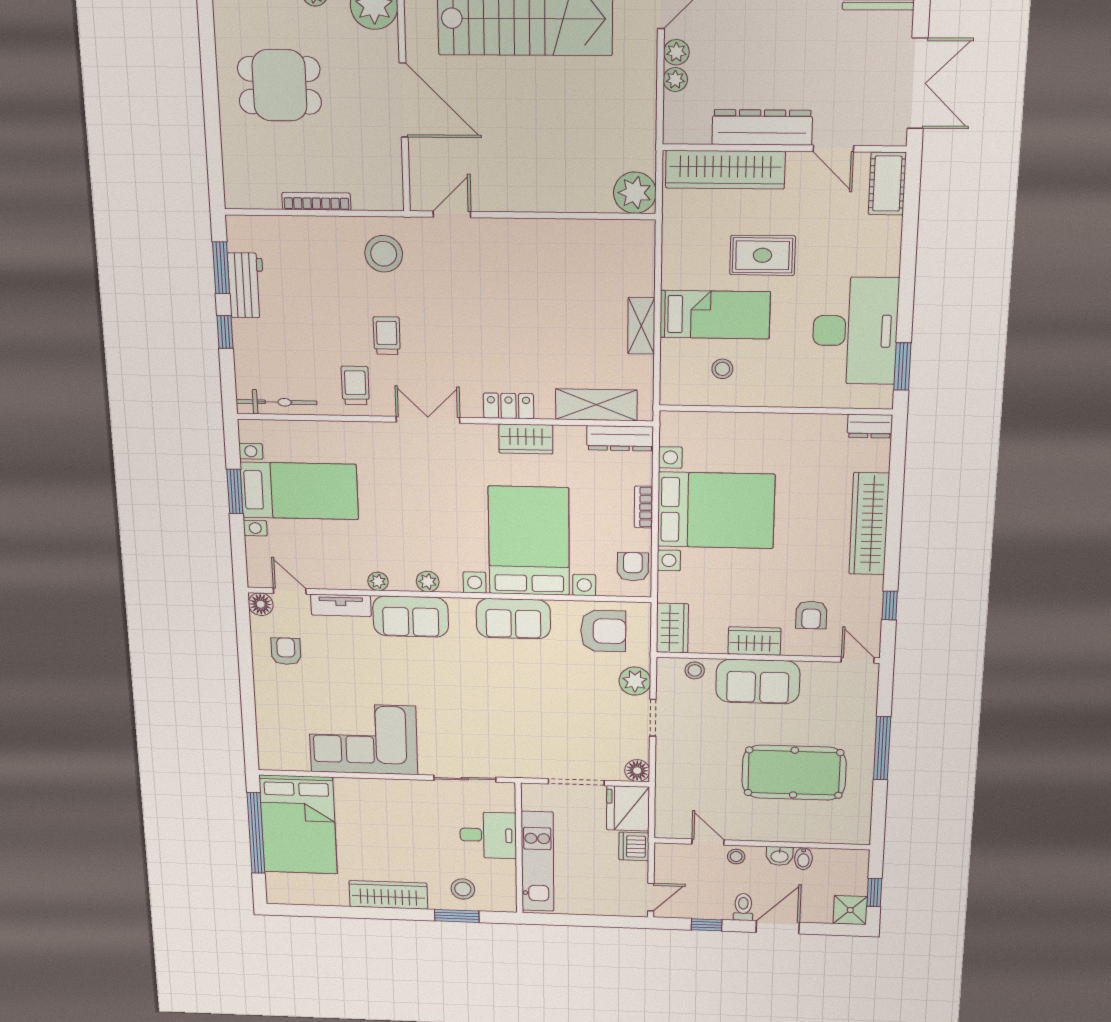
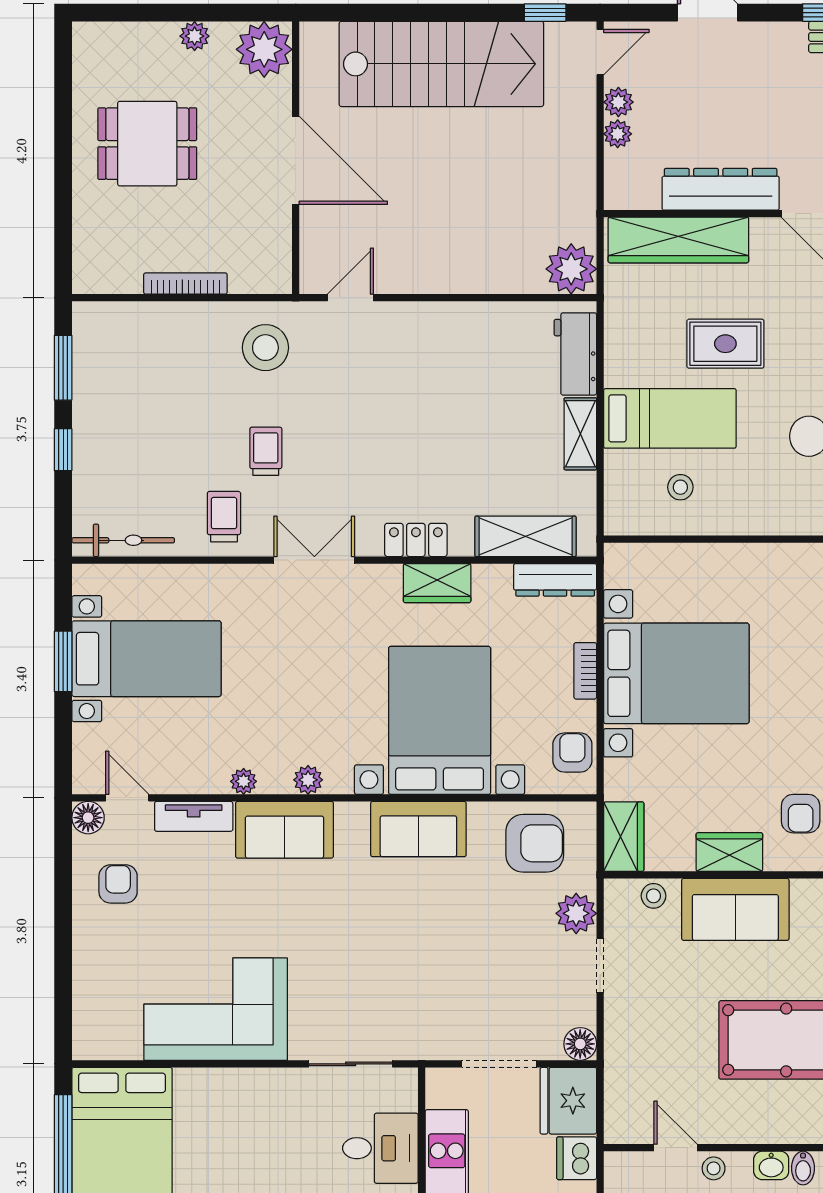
workbench: (246, 285) -> (575, 354), moved, turned 180

